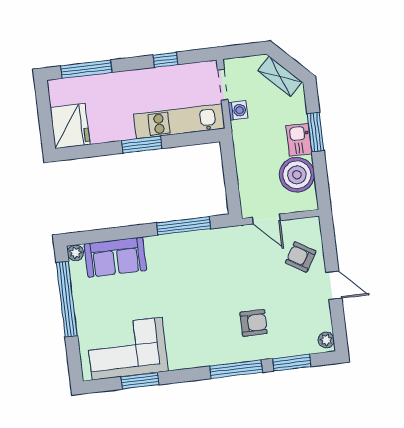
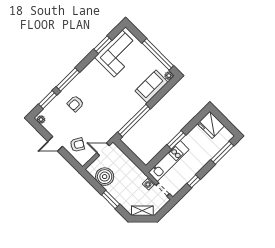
kitchen sink: (299, 140) -> (115, 191), removed
window: (184, 226) -> (134, 120), width x1.46

